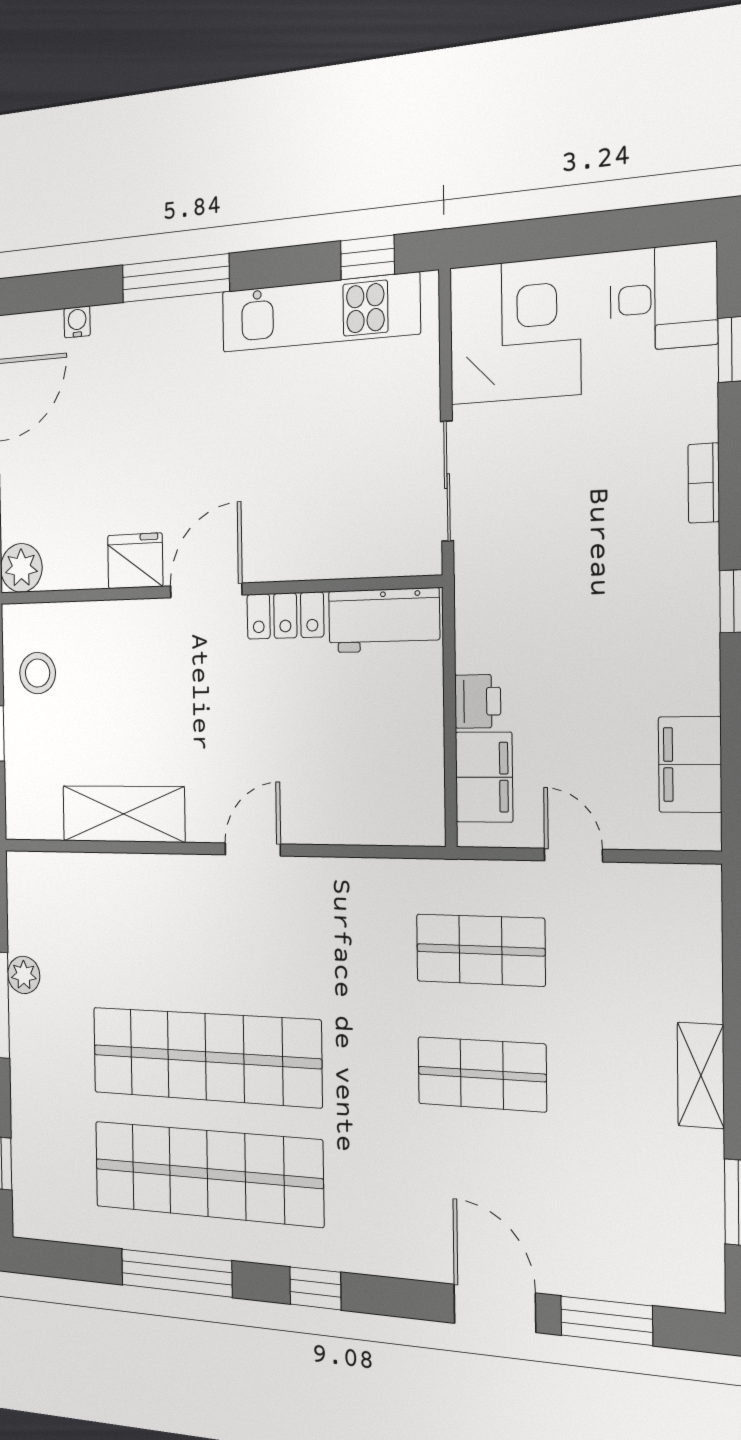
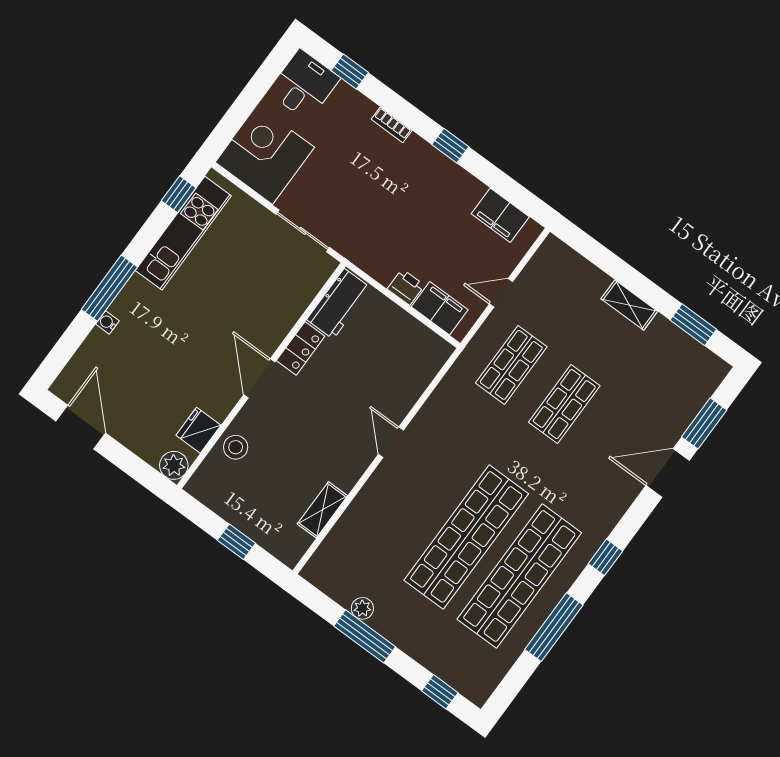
water cooler: (77, 322) -> (107, 322), moved
fridge: (135, 561) -> (198, 430), moved
stool: (38, 673) -> (236, 447), moved
shelving: (123, 814) -> (322, 510), width x0.67, depth x0.75

